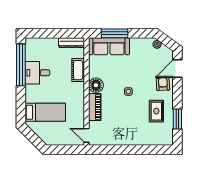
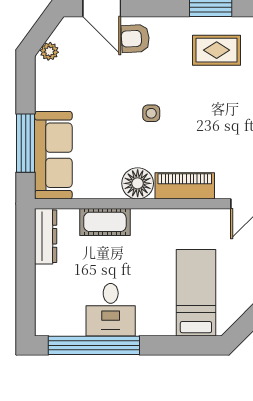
rug: (156, 111) -> (217, 50), moved

